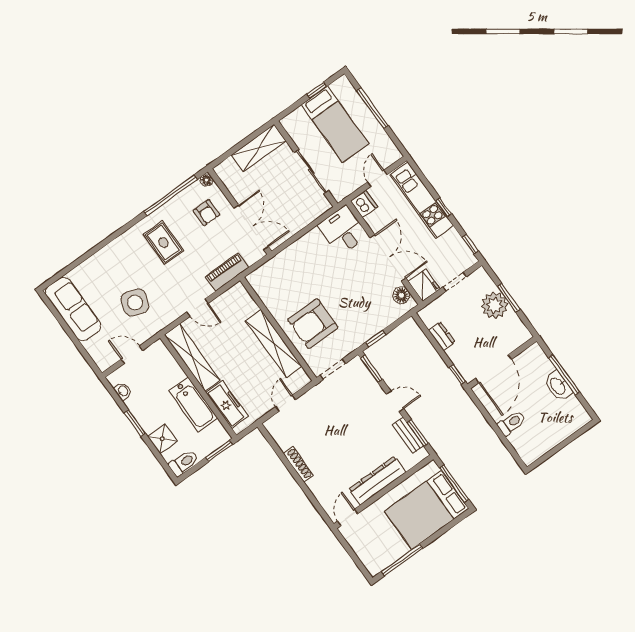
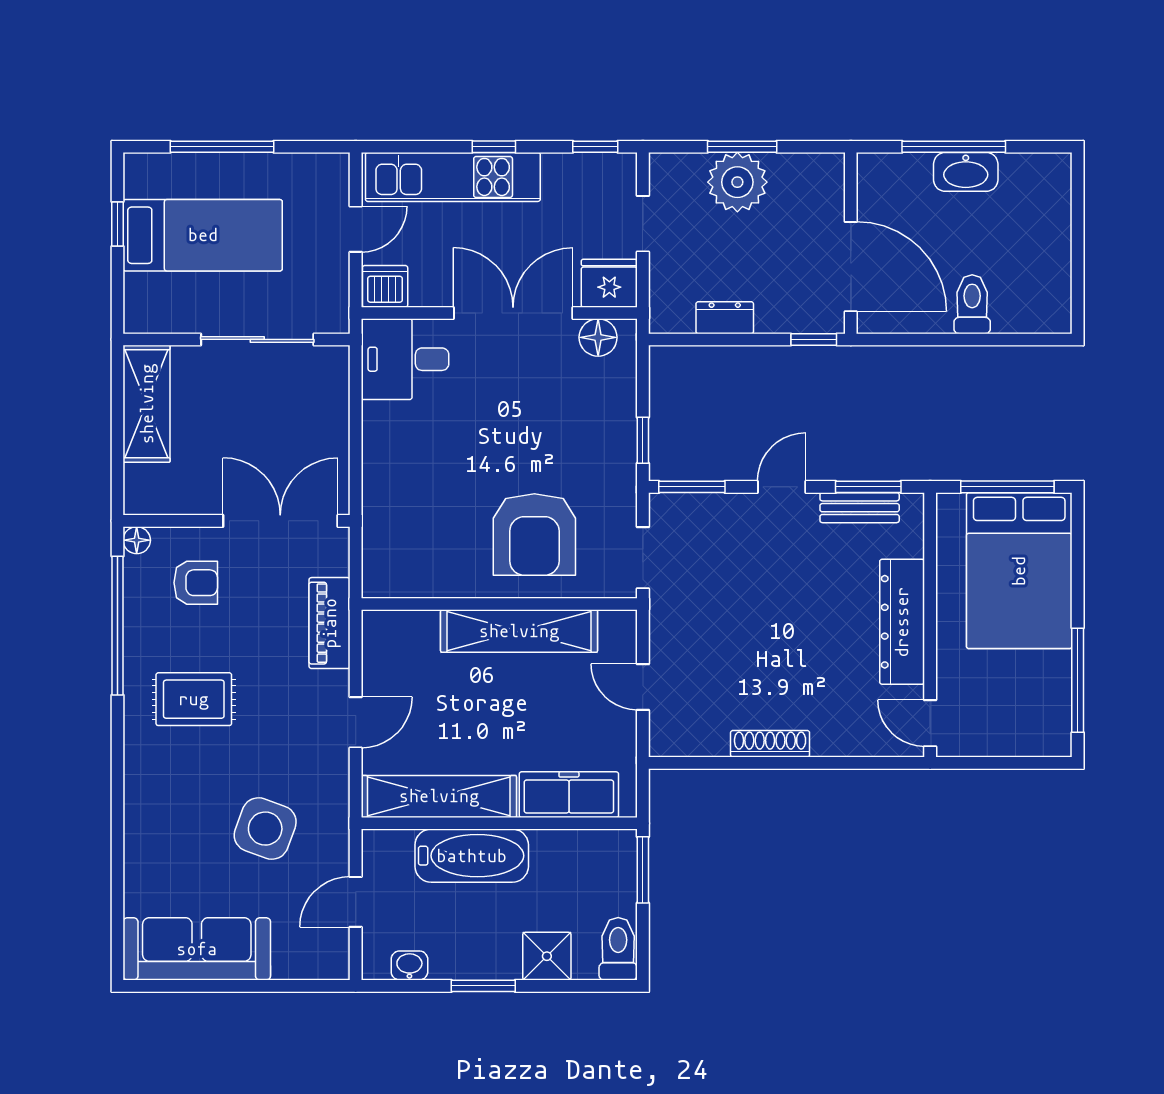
door: (377, 178) -> (356, 229), swing flipped
bathtub: (193, 404) -> (472, 856), moved

